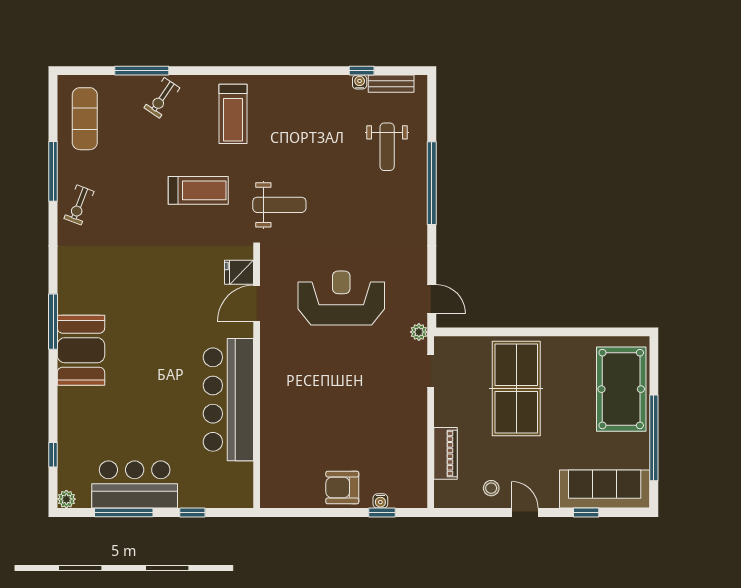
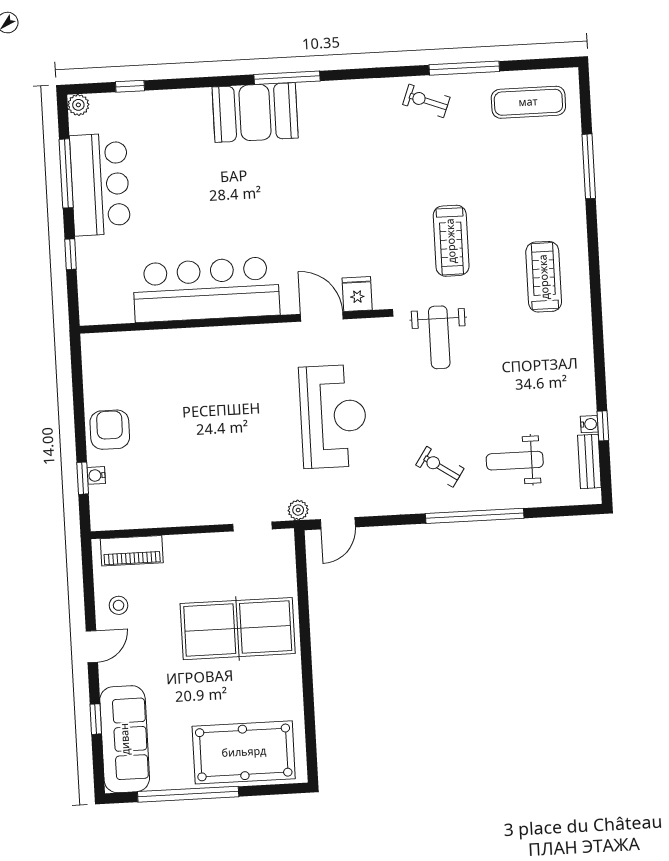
exercise bike: (162, 98) -> (440, 467), moved
treadmill: (233, 114) -> (544, 277), turned 90
piano: (446, 453) -> (132, 551), moved

